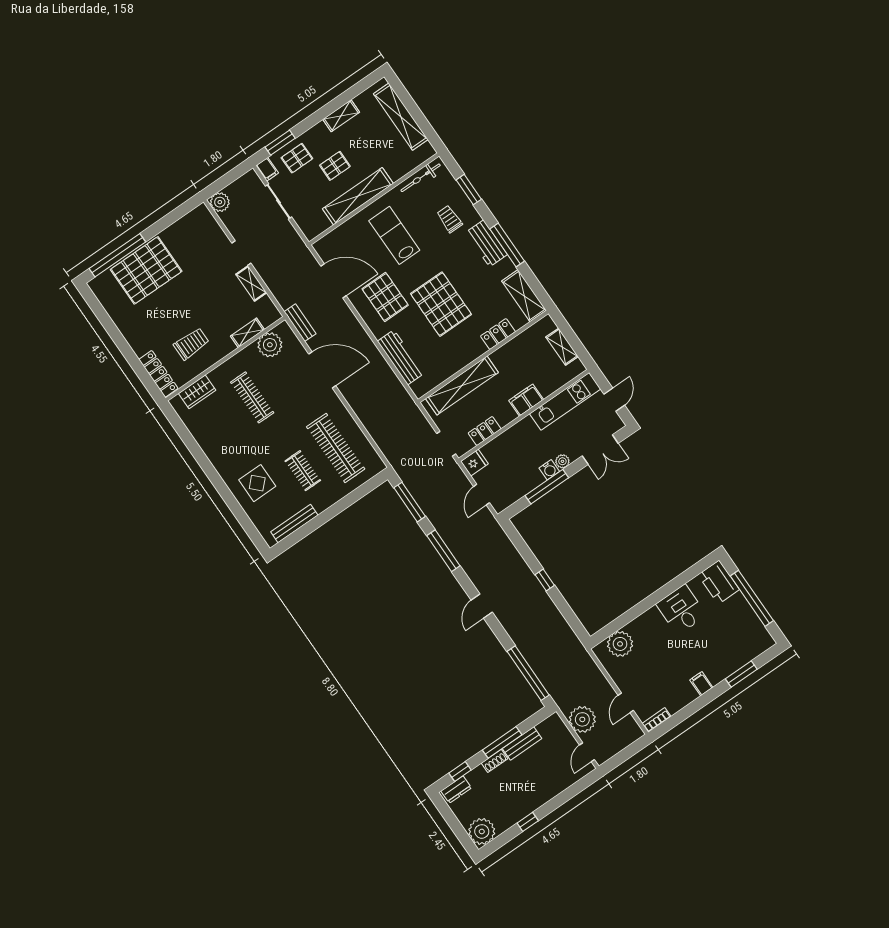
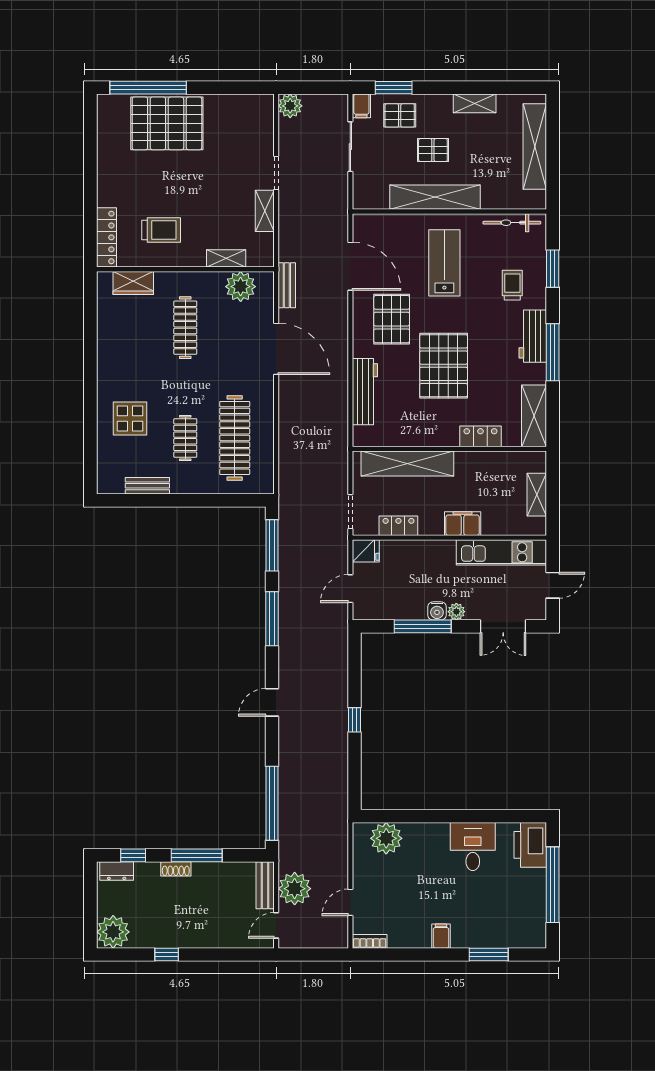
bench: (294, 523) -> (147, 486), width x0.73
bench: (522, 744) -> (265, 885), moved, turned 90

